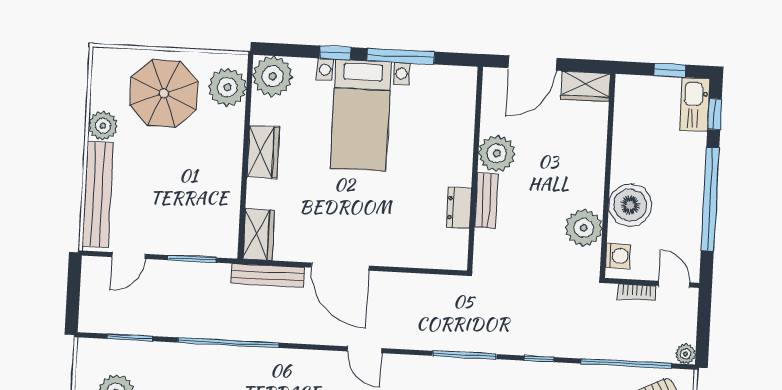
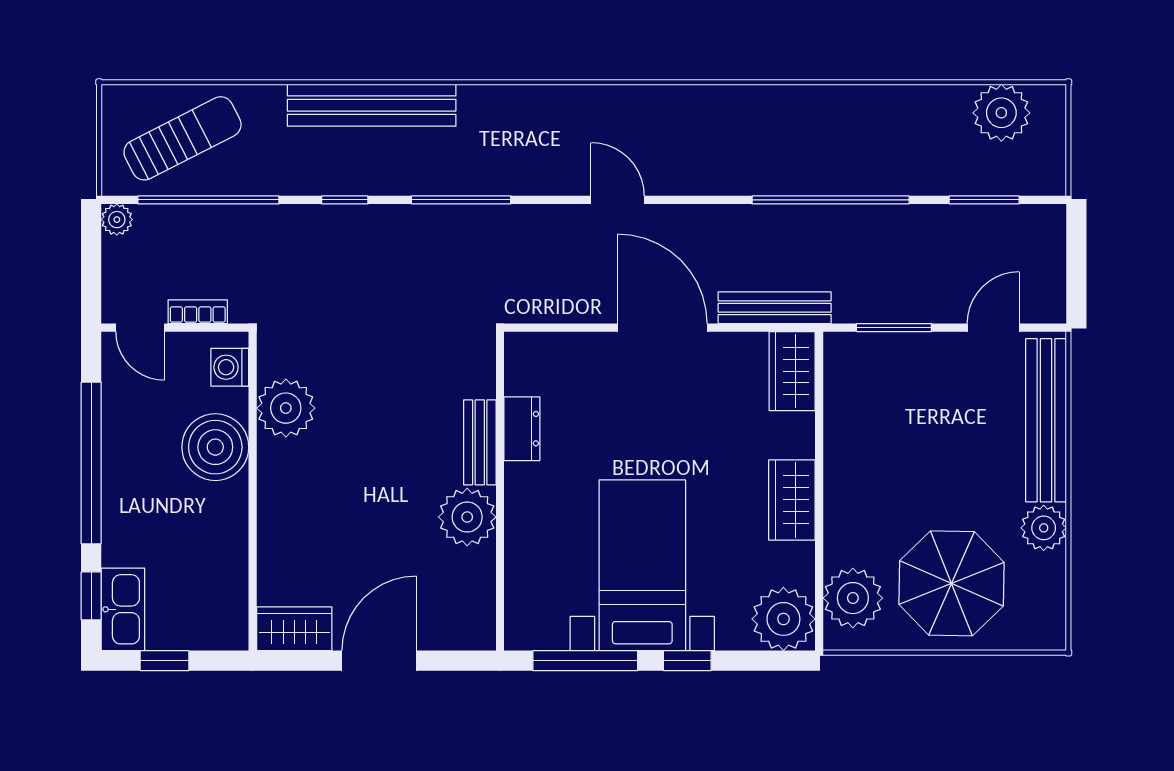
plant: (497, 153) -> (467, 517), moved
wall: (475, 169) -> (500, 491), moved
bench: (486, 201) -> (480, 442), moved
dresser: (459, 208) -> (522, 429), moved

